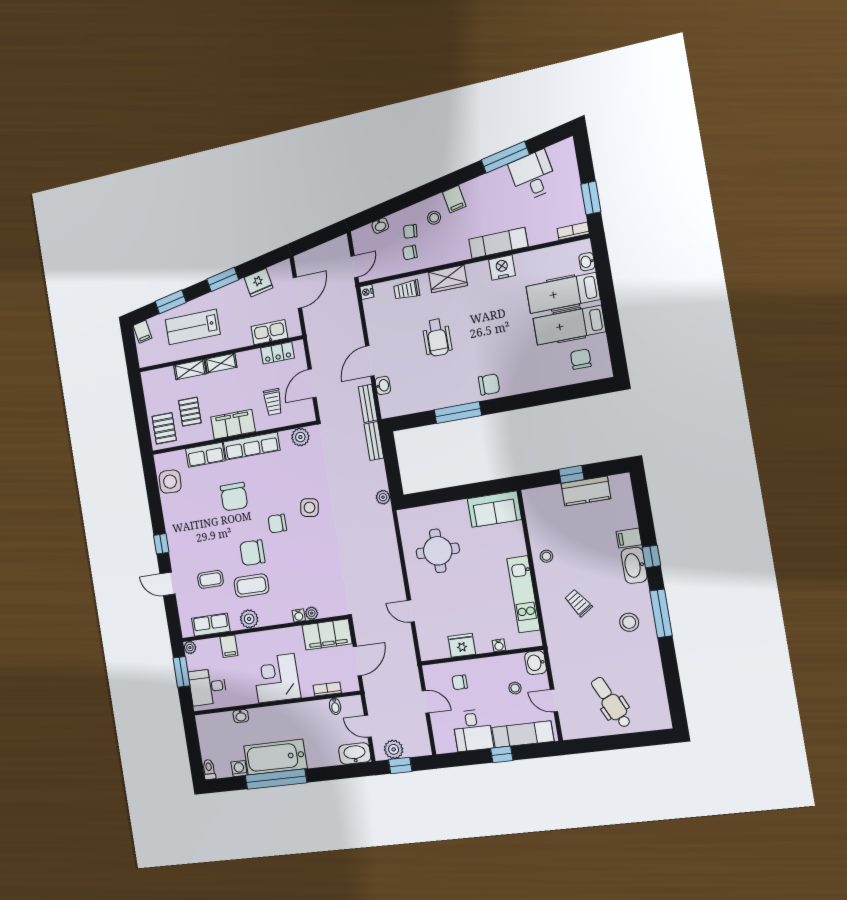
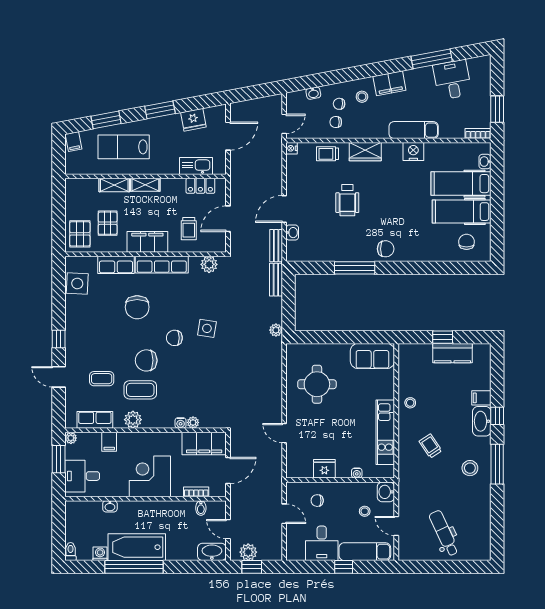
filing cabinet: (454, 199) -> (389, 83), width x2.00

